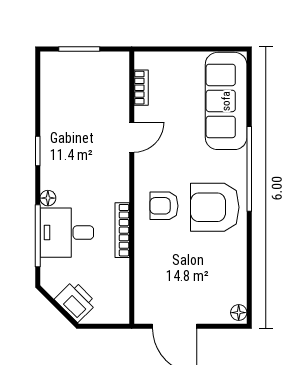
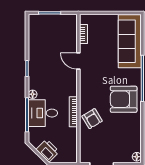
door: (132, 137) -> (78, 61), swing flipped
armchair: (164, 206) -> (92, 119), moved, turned -121

